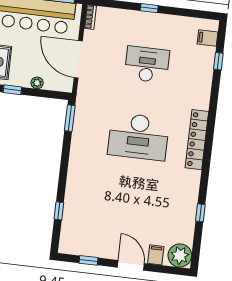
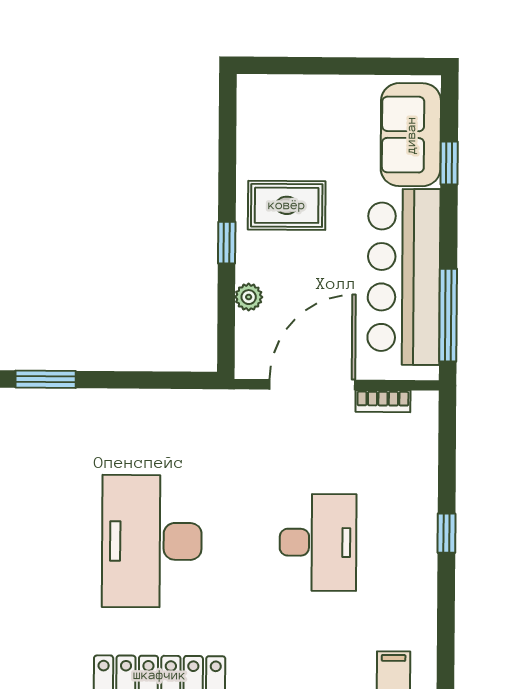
bookcase: (90, 17) -> (383, 401), moved
window: (70, 118) -> (46, 379), moved

